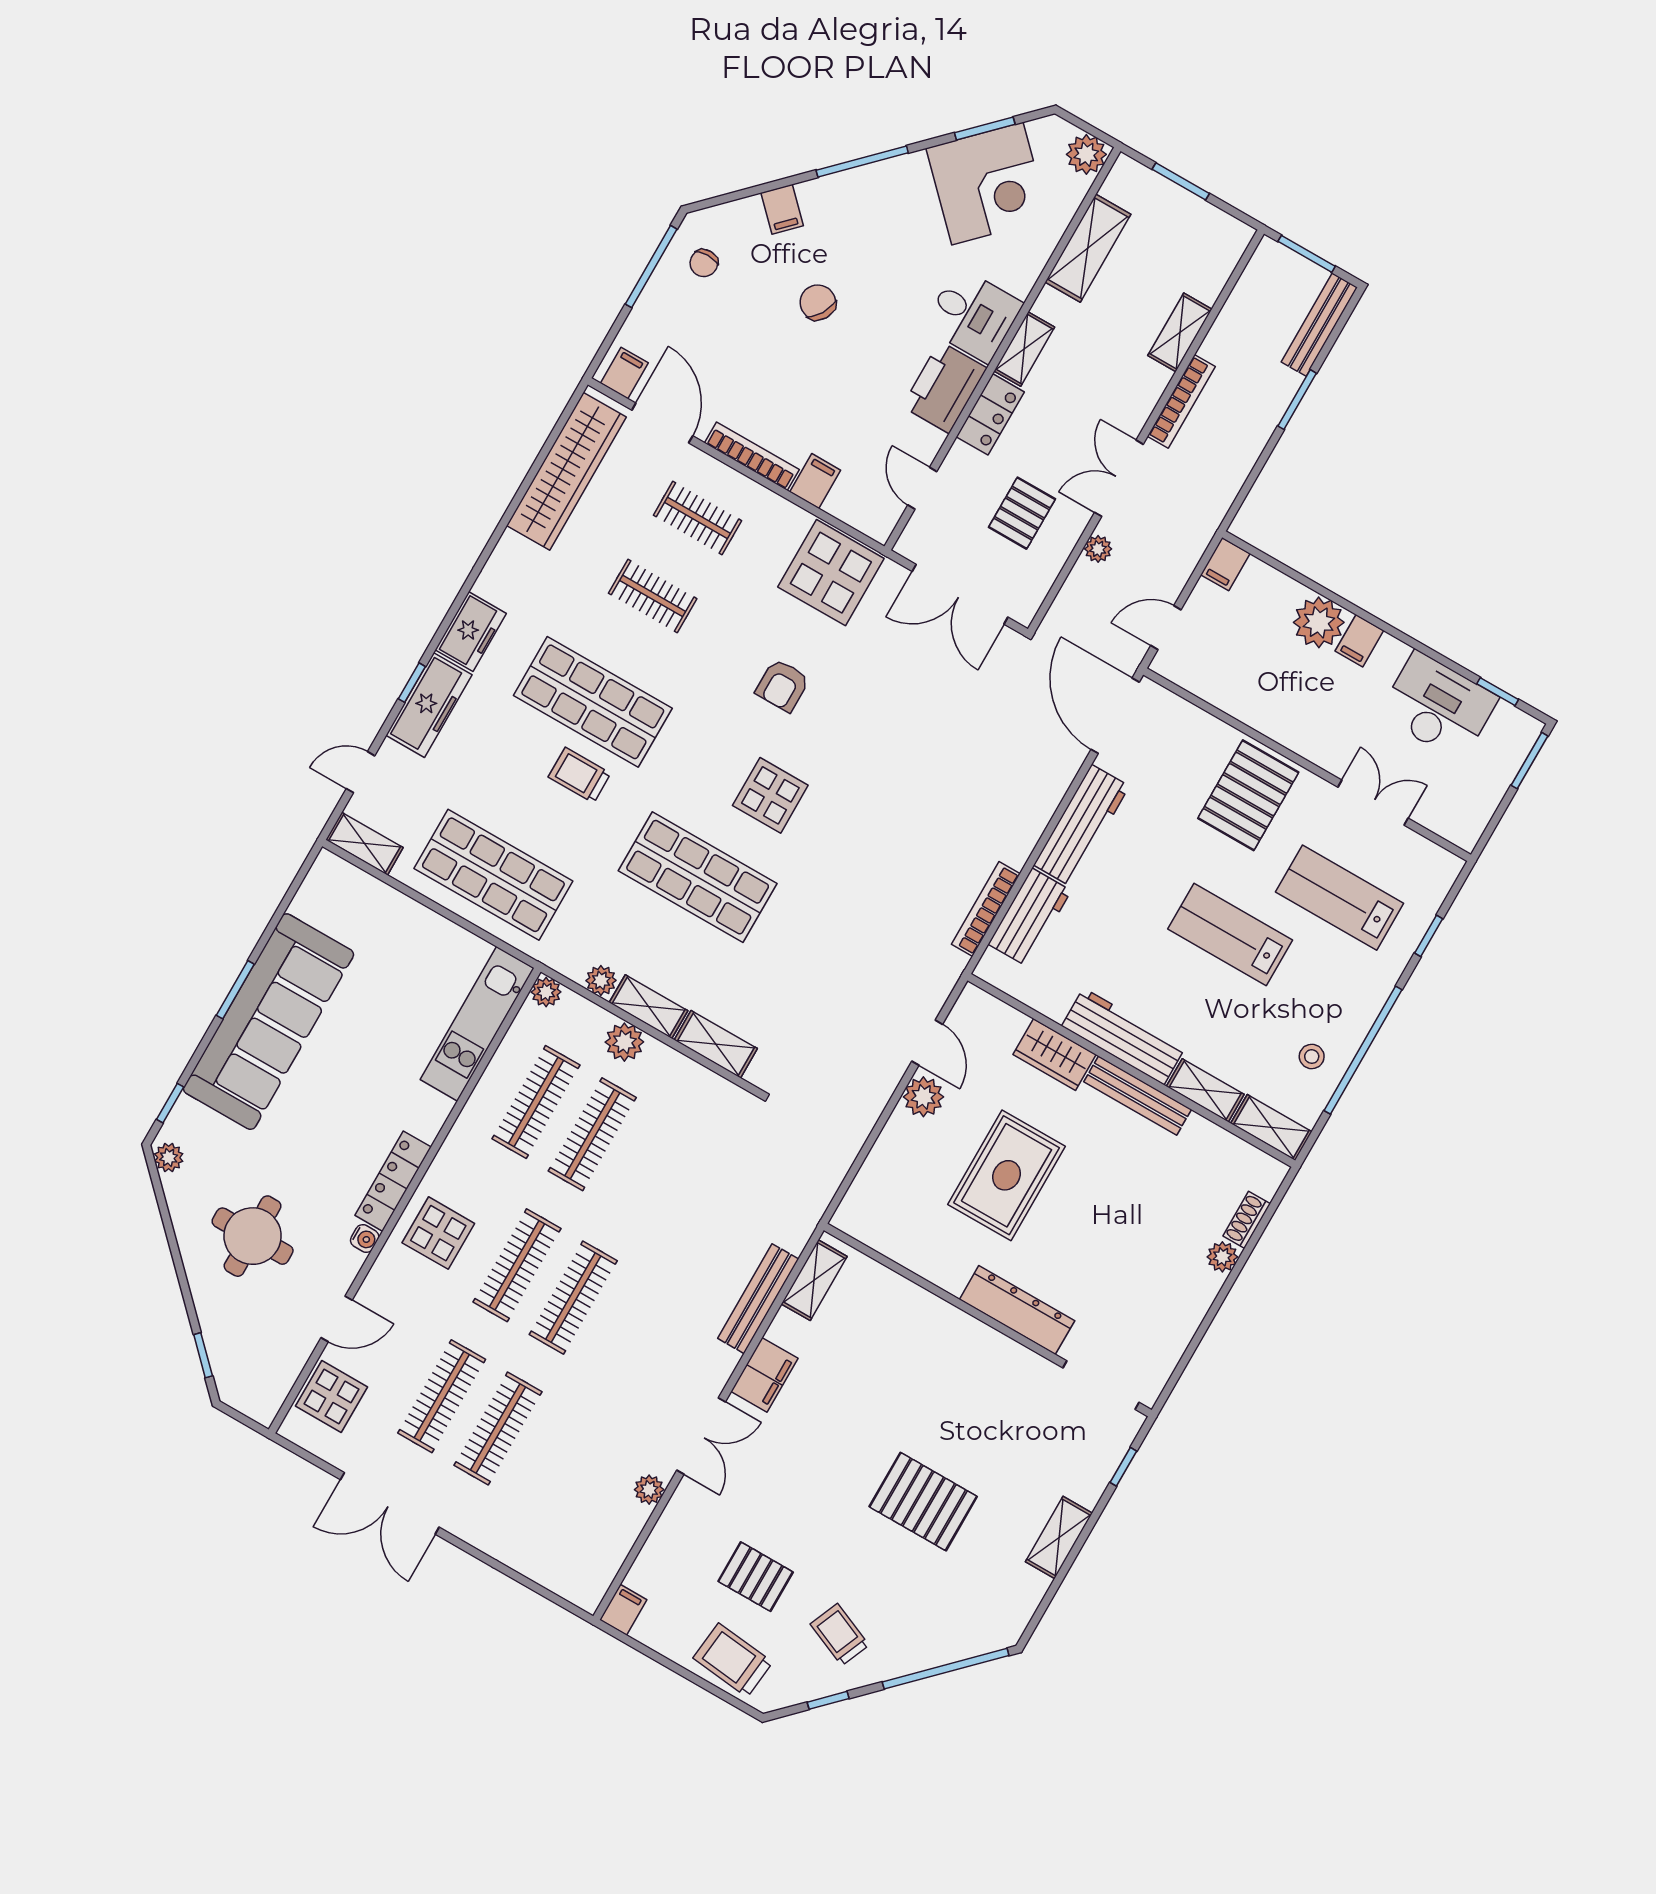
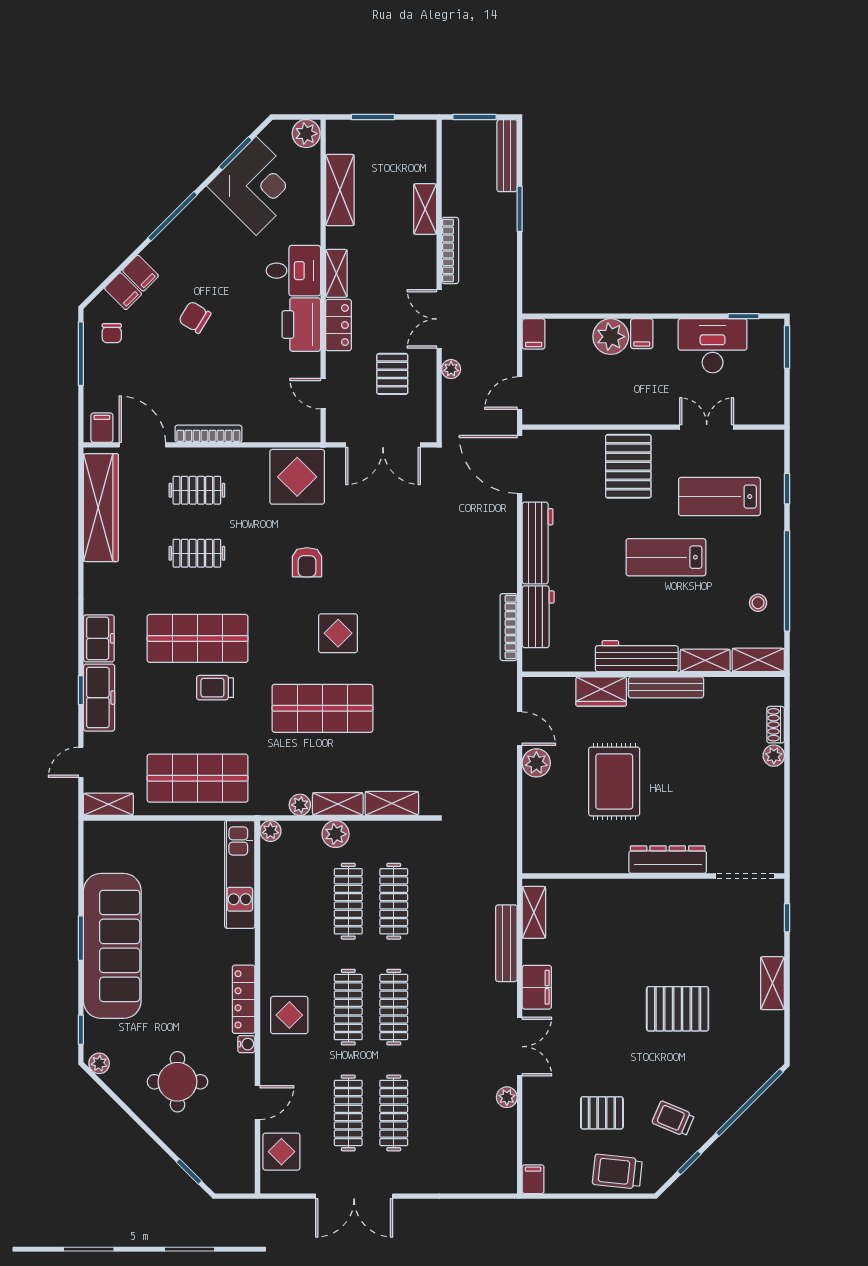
filing cabinet: (815, 481) -> (123, 291), moved, turned 135
clothes rail: (536, 1102) -> (394, 901), moved

